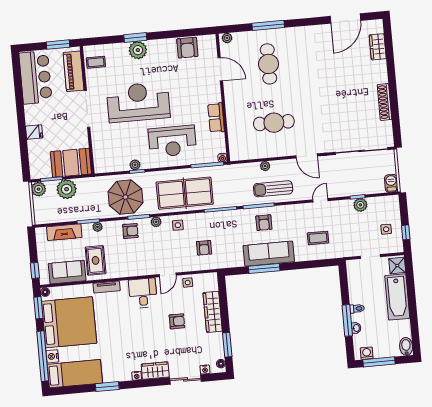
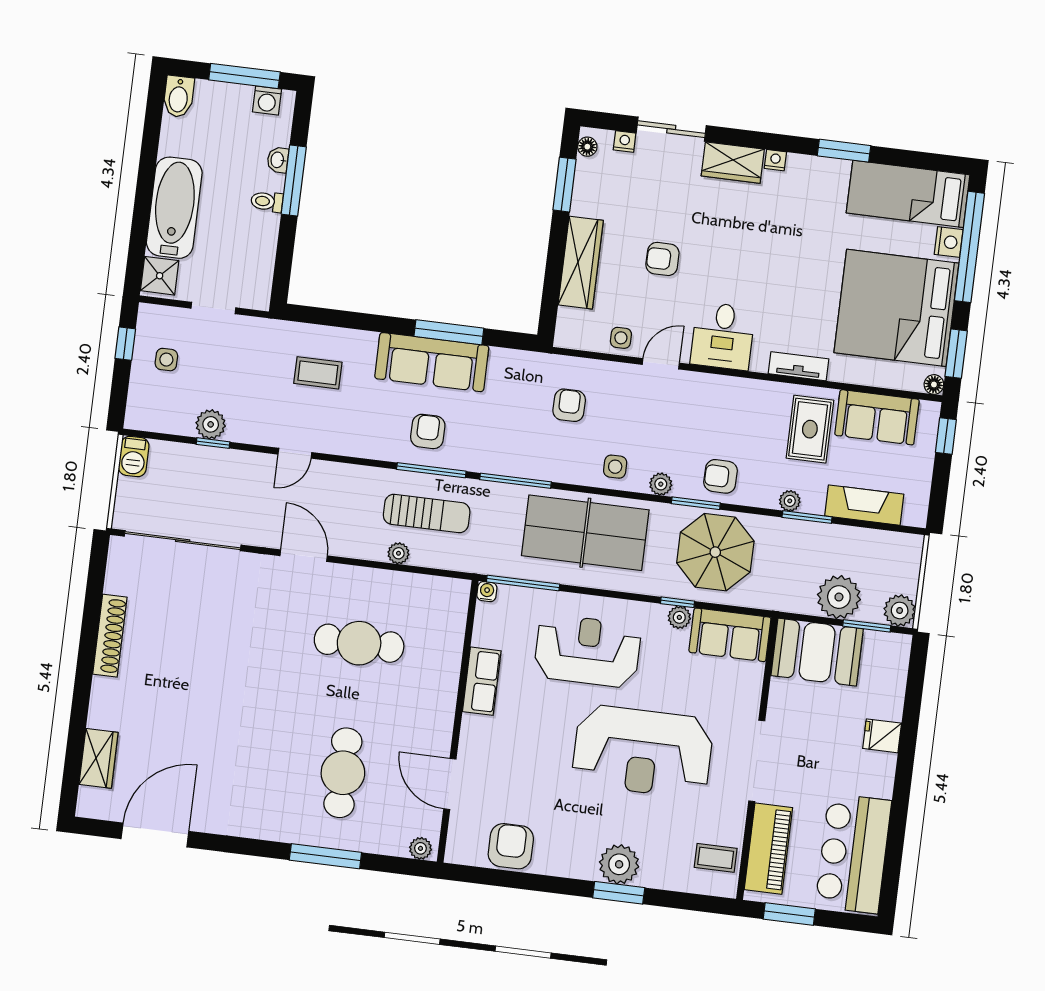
sofa: (111, 162) -> (730, 635), added
sun lounger: (273, 189) -> (427, 513), moved

